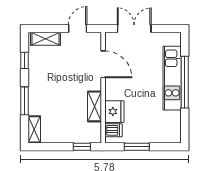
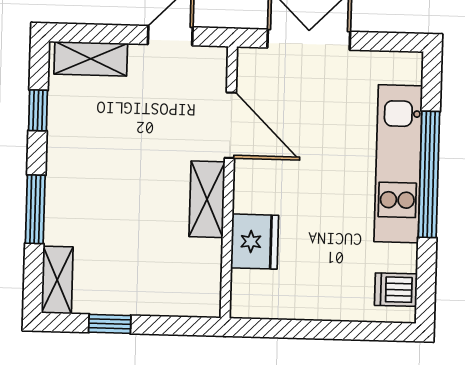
shelving: (94, 106) -> (207, 199), moved
dishwasher: (113, 130) -> (396, 290), moved, turned 180
window: (82, 147) -> (110, 324), moved
window: (137, 147) -> (307, 329), removed

